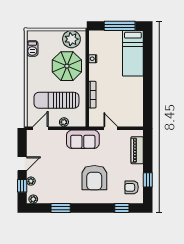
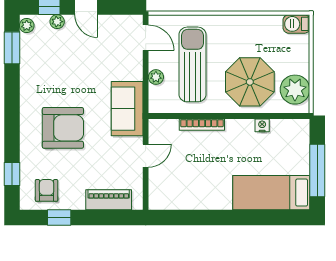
barbecue: (32, 48) -> (296, 24), moved
armchair: (94, 178) -> (63, 128), turned 180
window: (61, 208) -> (12, 48), moved

